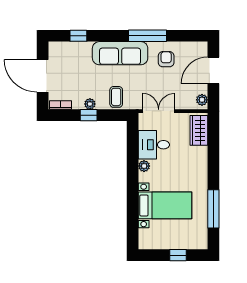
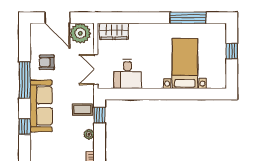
window: (78, 36) -> (25, 127), moved
plant: (202, 100) -> (80, 33), width x1.88, depth x1.88
window: (89, 115) -> (100, 115), moved
plant: (144, 166) -> (148, 83), removed

